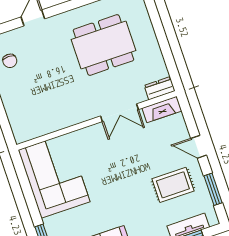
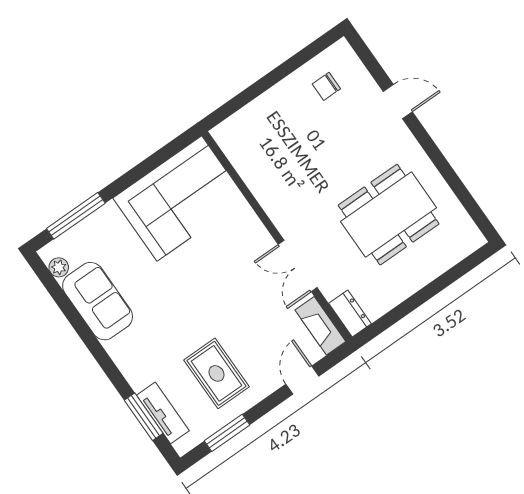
dining table: (103, 45) -> (389, 215), turned 90
door: (199, 147) -> (302, 380), moved

